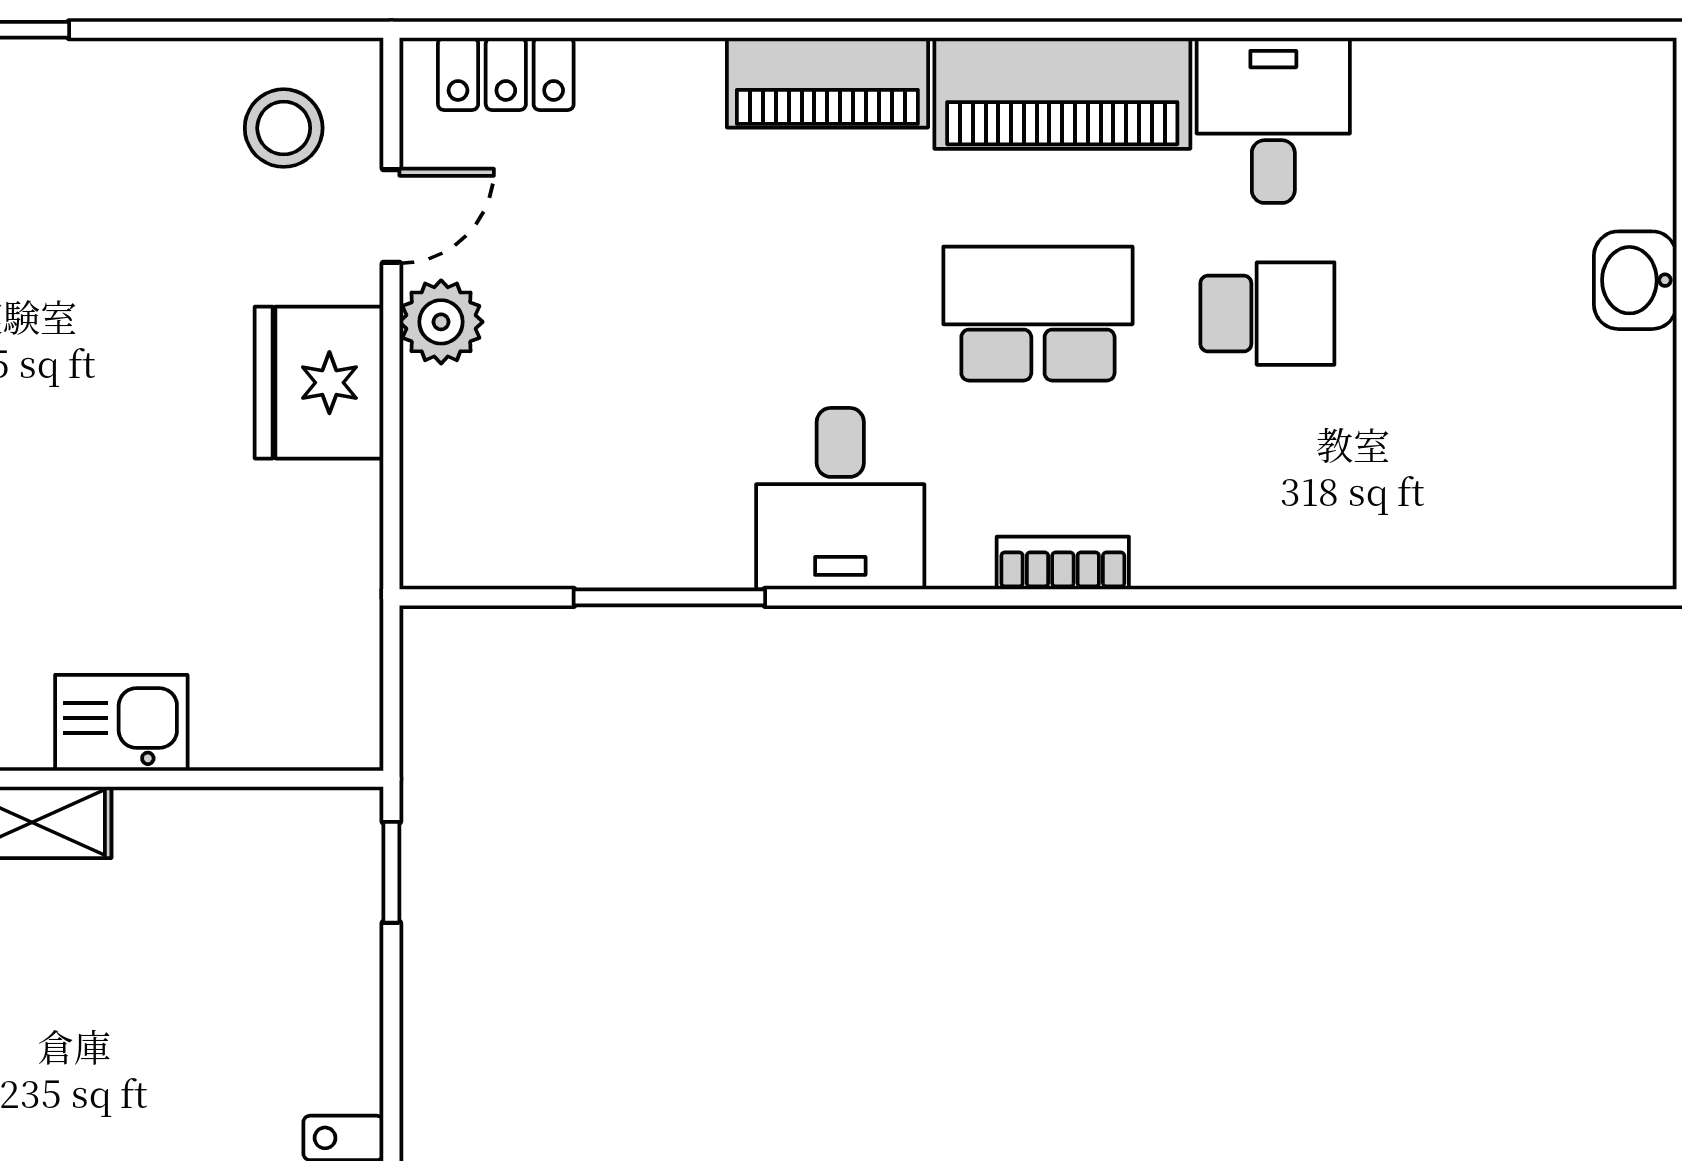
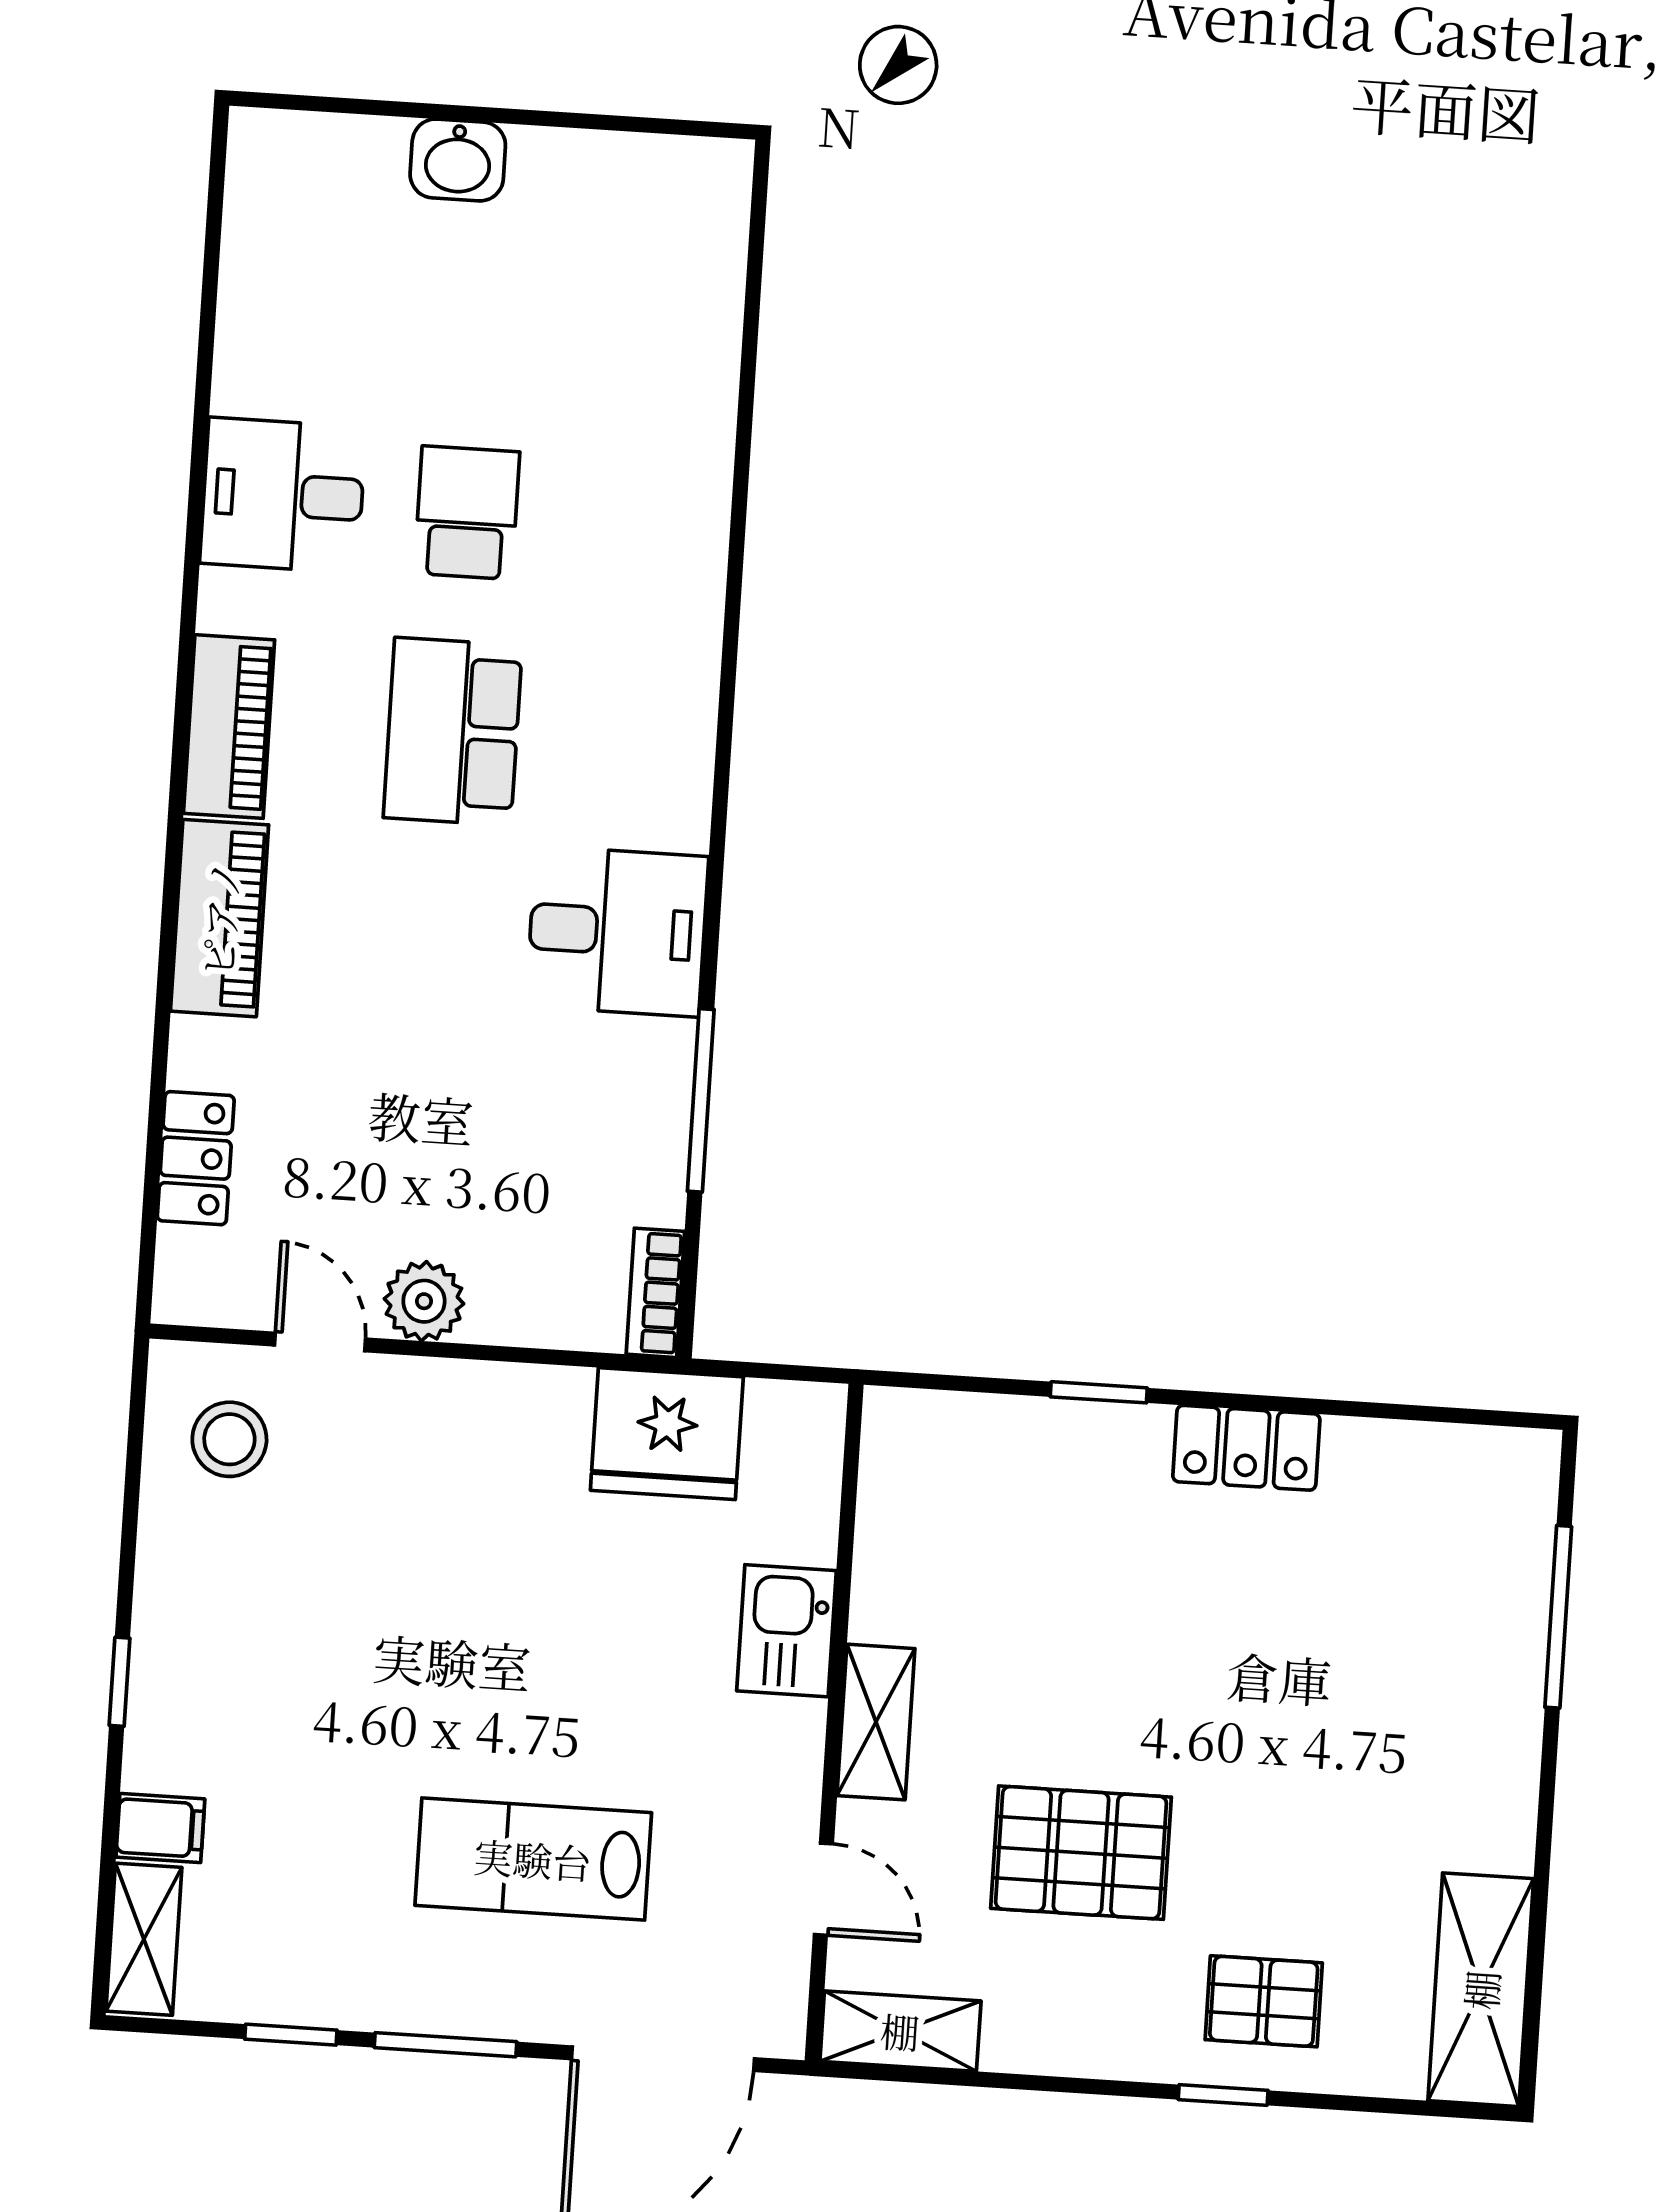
locker: (506, 74) -> (196, 1158), moved
piano: (1062, 93) -> (229, 727), width x0.73, depth x0.75
fridge: (319, 383) -> (667, 1434), moved
bookcase: (1063, 563) -> (655, 1293), moved
window: (391, 872) -> (1099, 1392), moved

